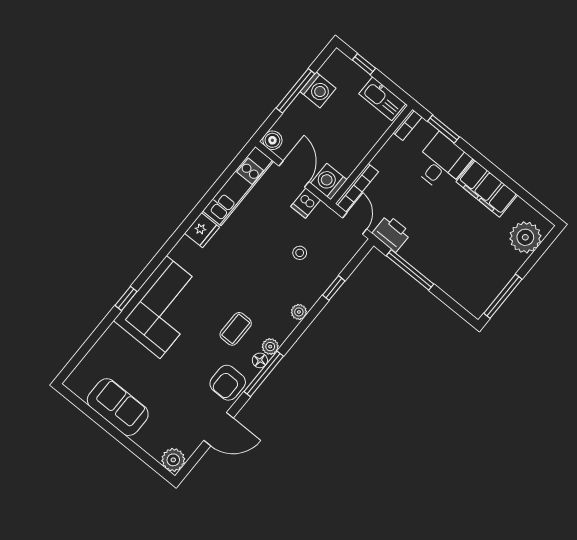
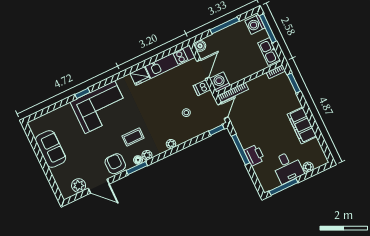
window: (364, 64) -> (268, 28), width x2.17
washing machine: (318, 90) -> (255, 24), moved, turned 90
desk: (441, 163) -> (288, 167), moved, turned 90
printer: (392, 233) -> (254, 155), moved
plant: (525, 237) -> (308, 167), width x0.53, depth x0.53
window: (334, 288) -> (216, 130), moved
window: (264, 374) -> (137, 168), width x0.69
armchair: (228, 383) -> (115, 164), turned 90
plant: (173, 460) -> (79, 185), moved

